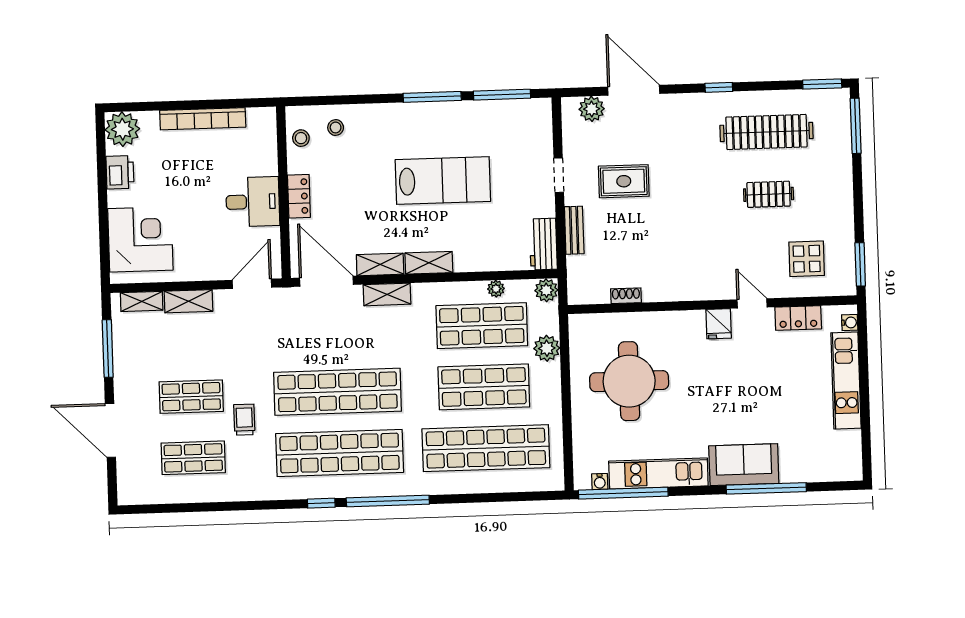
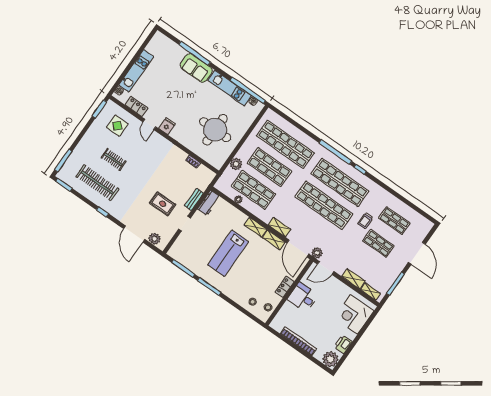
lab bench: (443, 180) -> (228, 253), turned -90
plant: (546, 290) -> (317, 253), moved

